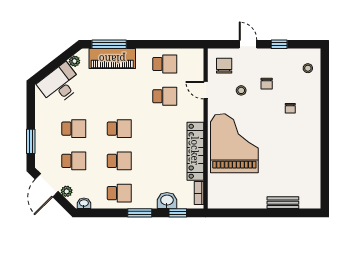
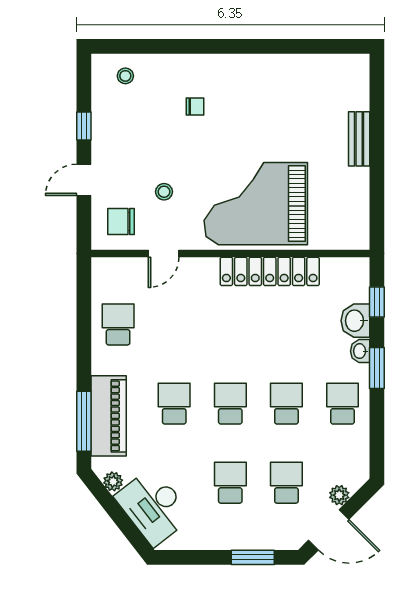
chair: (267, 84) -> (152, 148), removed
school desk: (165, 96) -> (174, 404), moved
bookcase: (199, 193) -> (342, 265), removed
washbasin: (84, 203) -> (360, 351), moved
bench: (283, 203) -> (359, 139), moved

